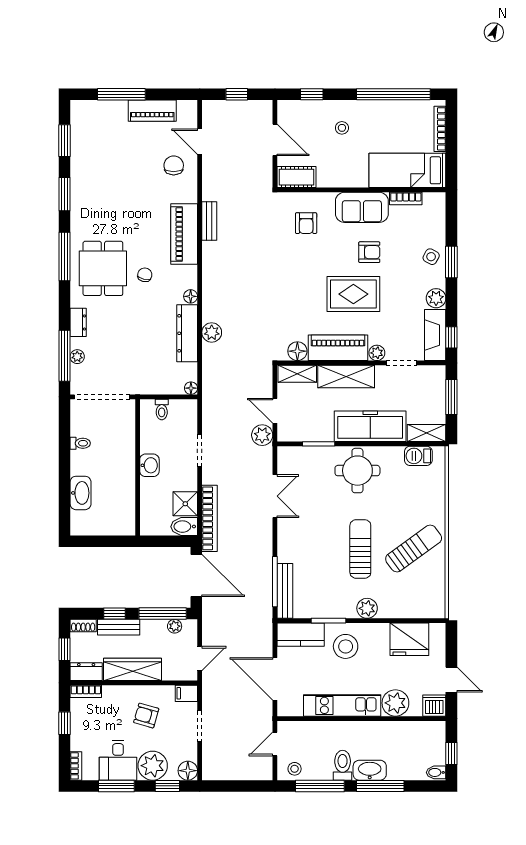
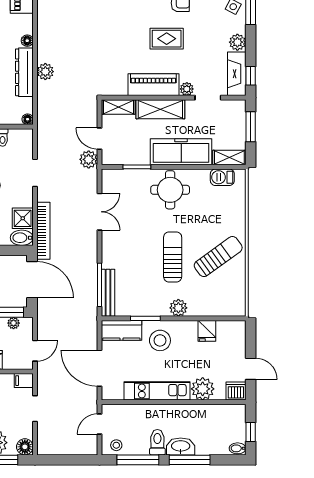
rug: (353, 294) -> (167, 39), width x0.73, depth x0.70
floor lamp: (297, 351) -> (119, 88), removed
fridge: (409, 639) -> (207, 331), width x0.53, depth x0.75

